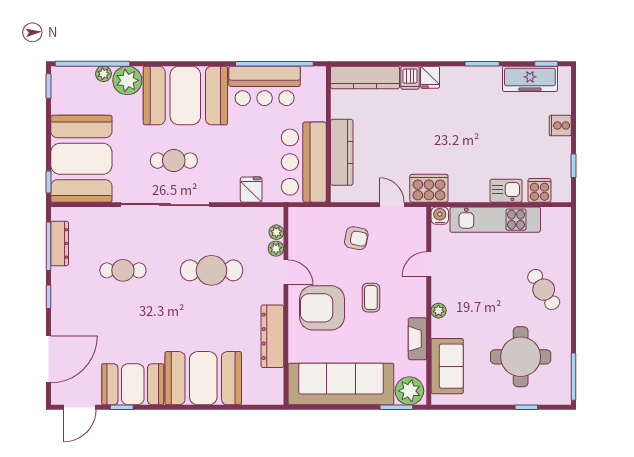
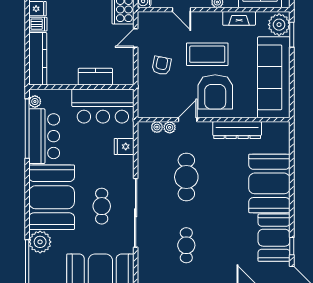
plant: (103, 74) -> (35, 101), moved
kitchen counter: (342, 152) -> (95, 77), width x0.67
coffee table: (371, 298) -> (207, 54), width x1.86, depth x1.72

